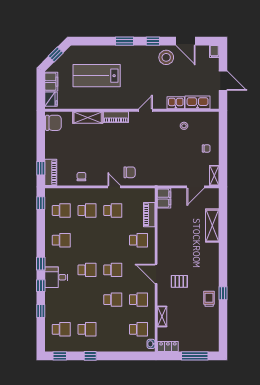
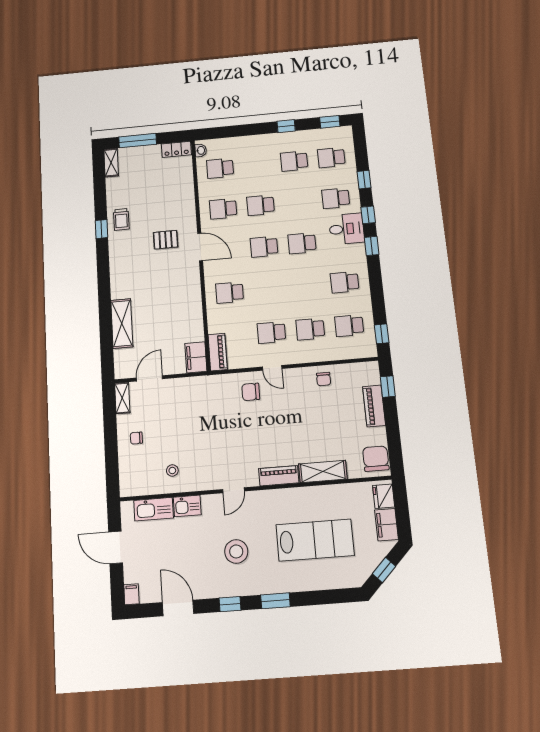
stool: (166, 57) -> (236, 551), moved
chair: (53, 123) -> (376, 459), turned 90
piano: (51, 172) -> (374, 406), moved
piano: (149, 215) -> (218, 352), moved
school desk: (61, 300) -> (336, 198), added
shelving: (162, 316) -> (111, 163), moved

